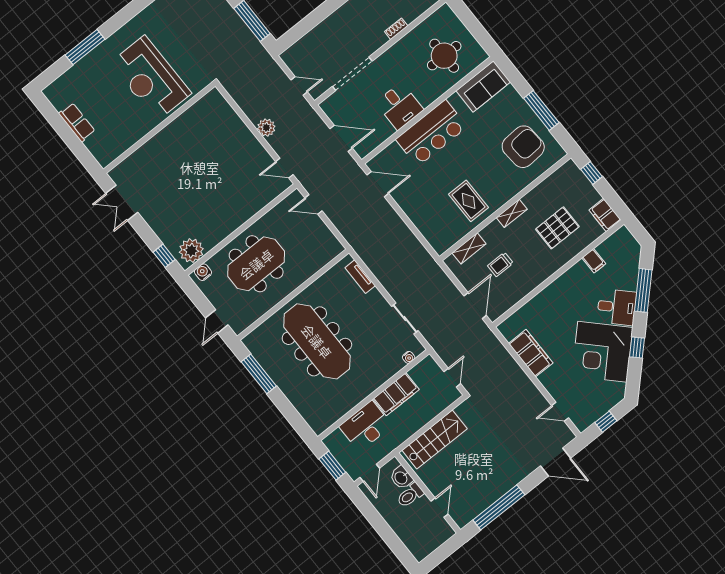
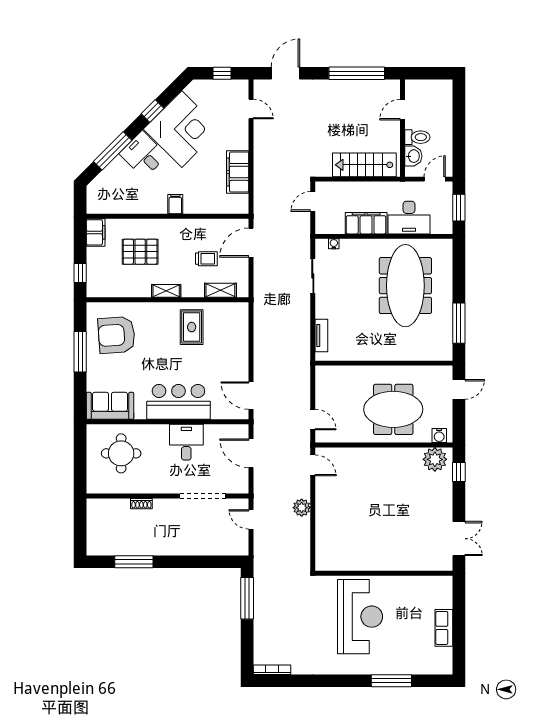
filing cabinet: (594, 261) -> (175, 204), moved
meeting table: (317, 341) -> (405, 286), moved
door: (555, 462) -> (285, 73), hinge flipped

